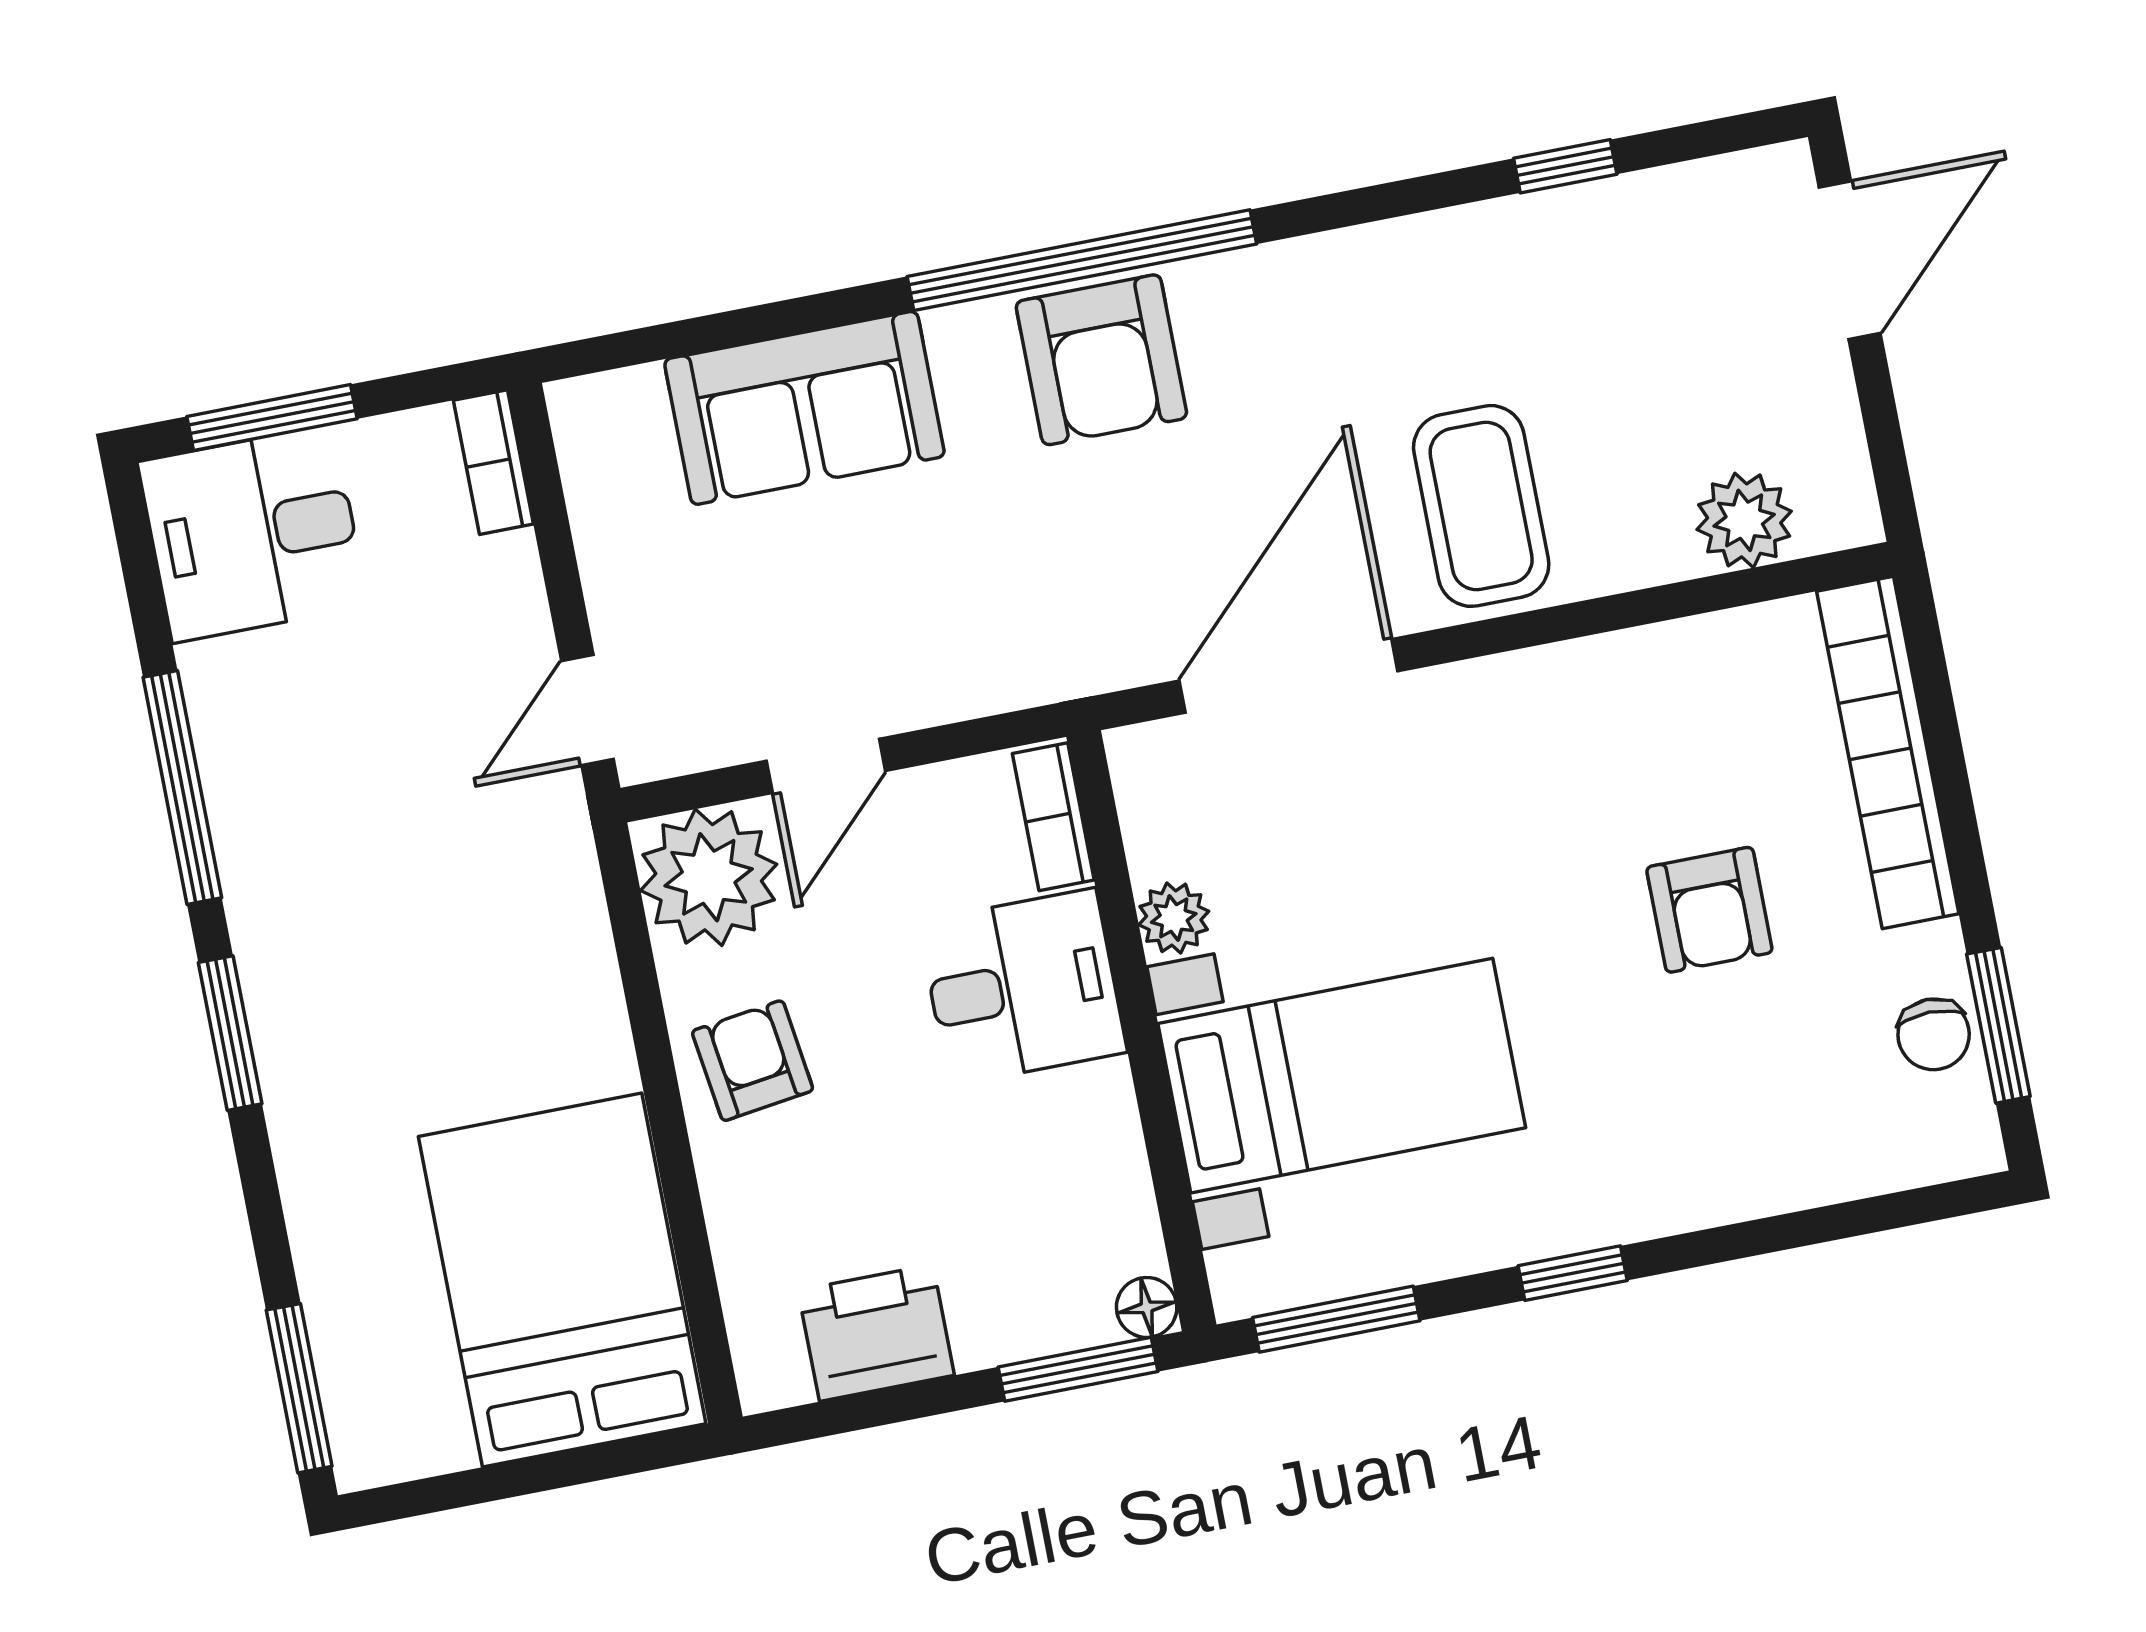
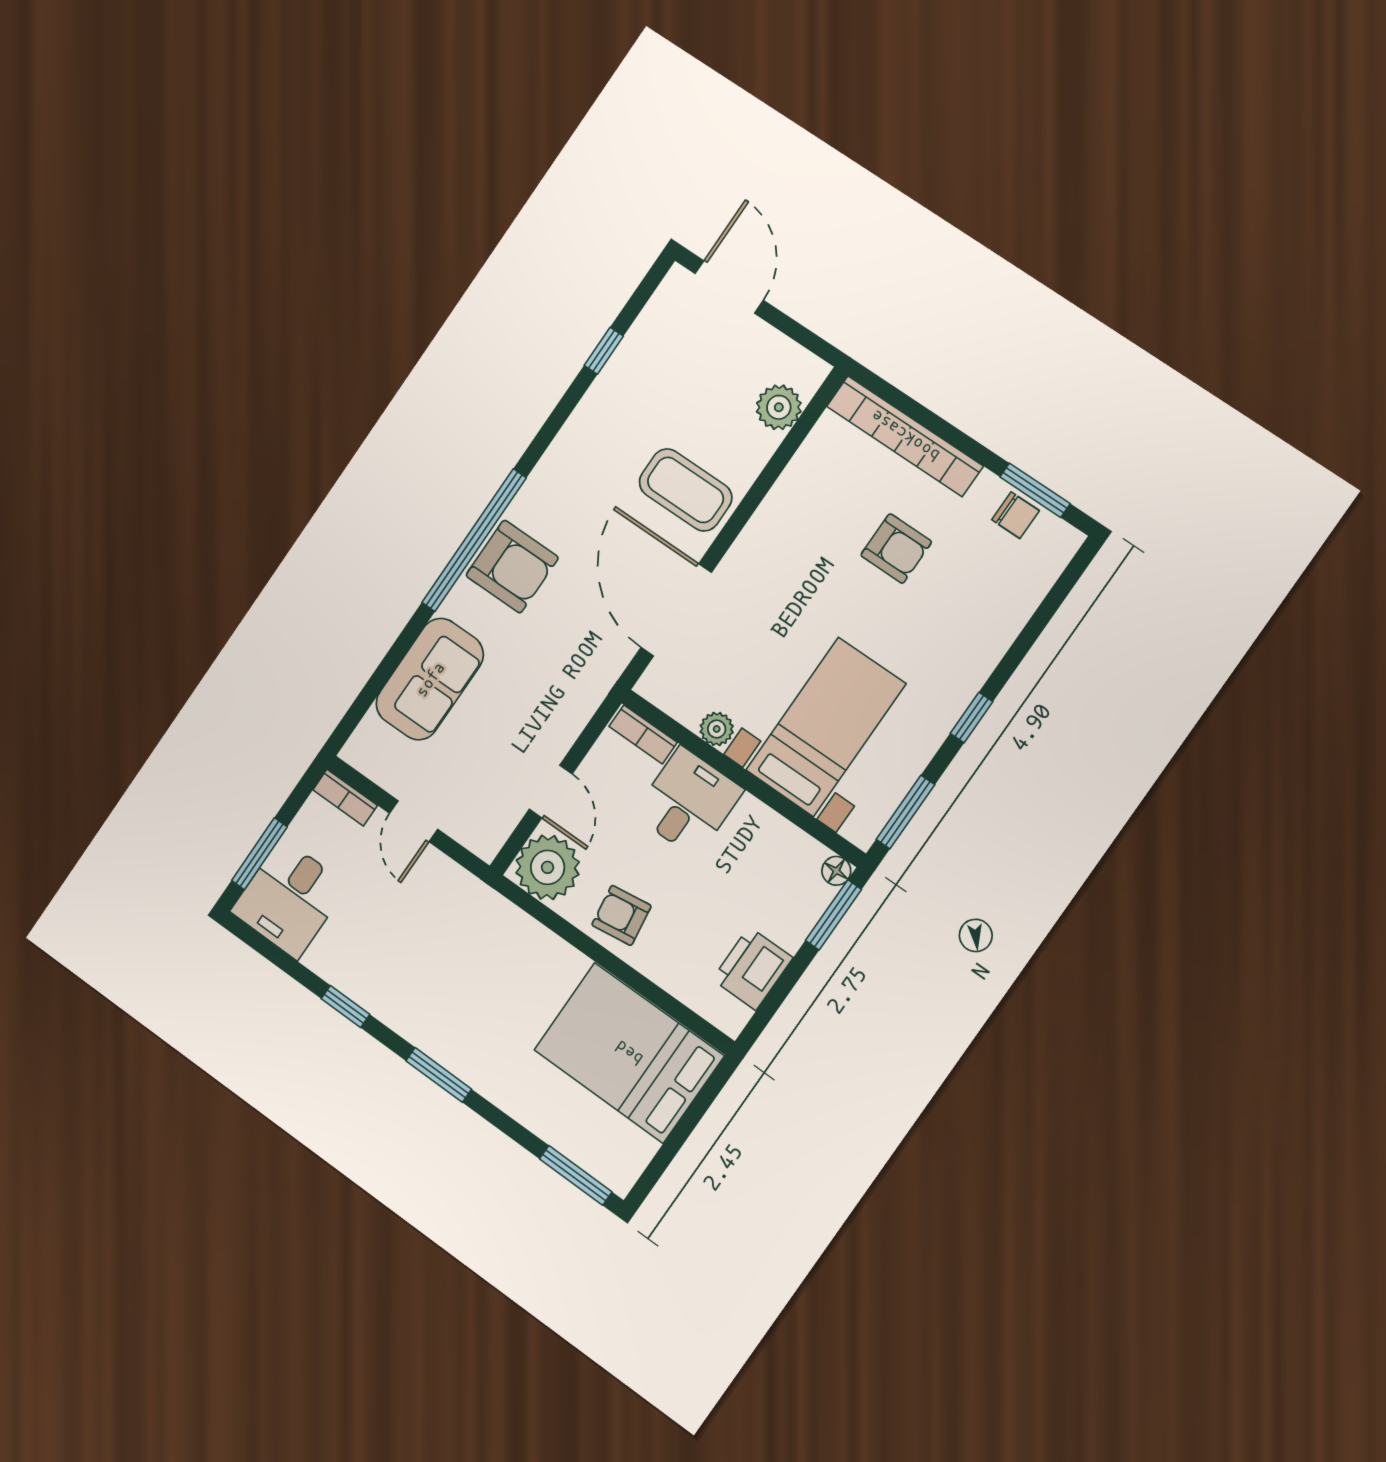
door: (587, 710) -> (414, 821), moved
window: (182, 787) -> (345, 1007), width x0.46

